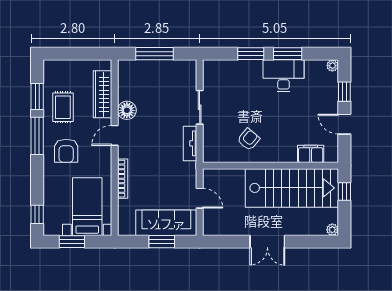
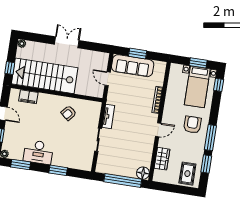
window: (155, 54) -> (123, 180), width x1.46
window: (288, 54) -> (21, 164), moved
wardrobe: (103, 94) -> (162, 159), width x0.67
rug: (63, 107) -> (187, 174), moved
floor lamp: (127, 110) -> (143, 173), moved
bed with nightstands: (87, 207) -> (197, 87), moved

